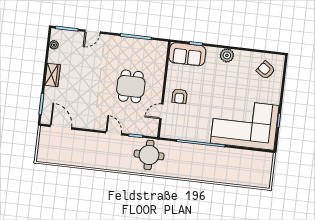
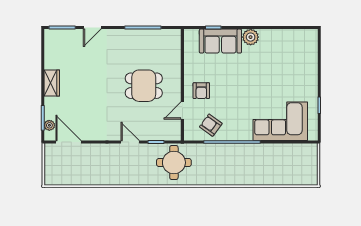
plant: (54, 45) -> (49, 125), moved
sofa: (187, 54) -> (220, 41), moved
armchair: (266, 70) -> (211, 125), moved
dining table: (131, 86) -> (144, 86), turned 90
corner sofa: (245, 124) -> (280, 121), width x0.73, depth x0.74

